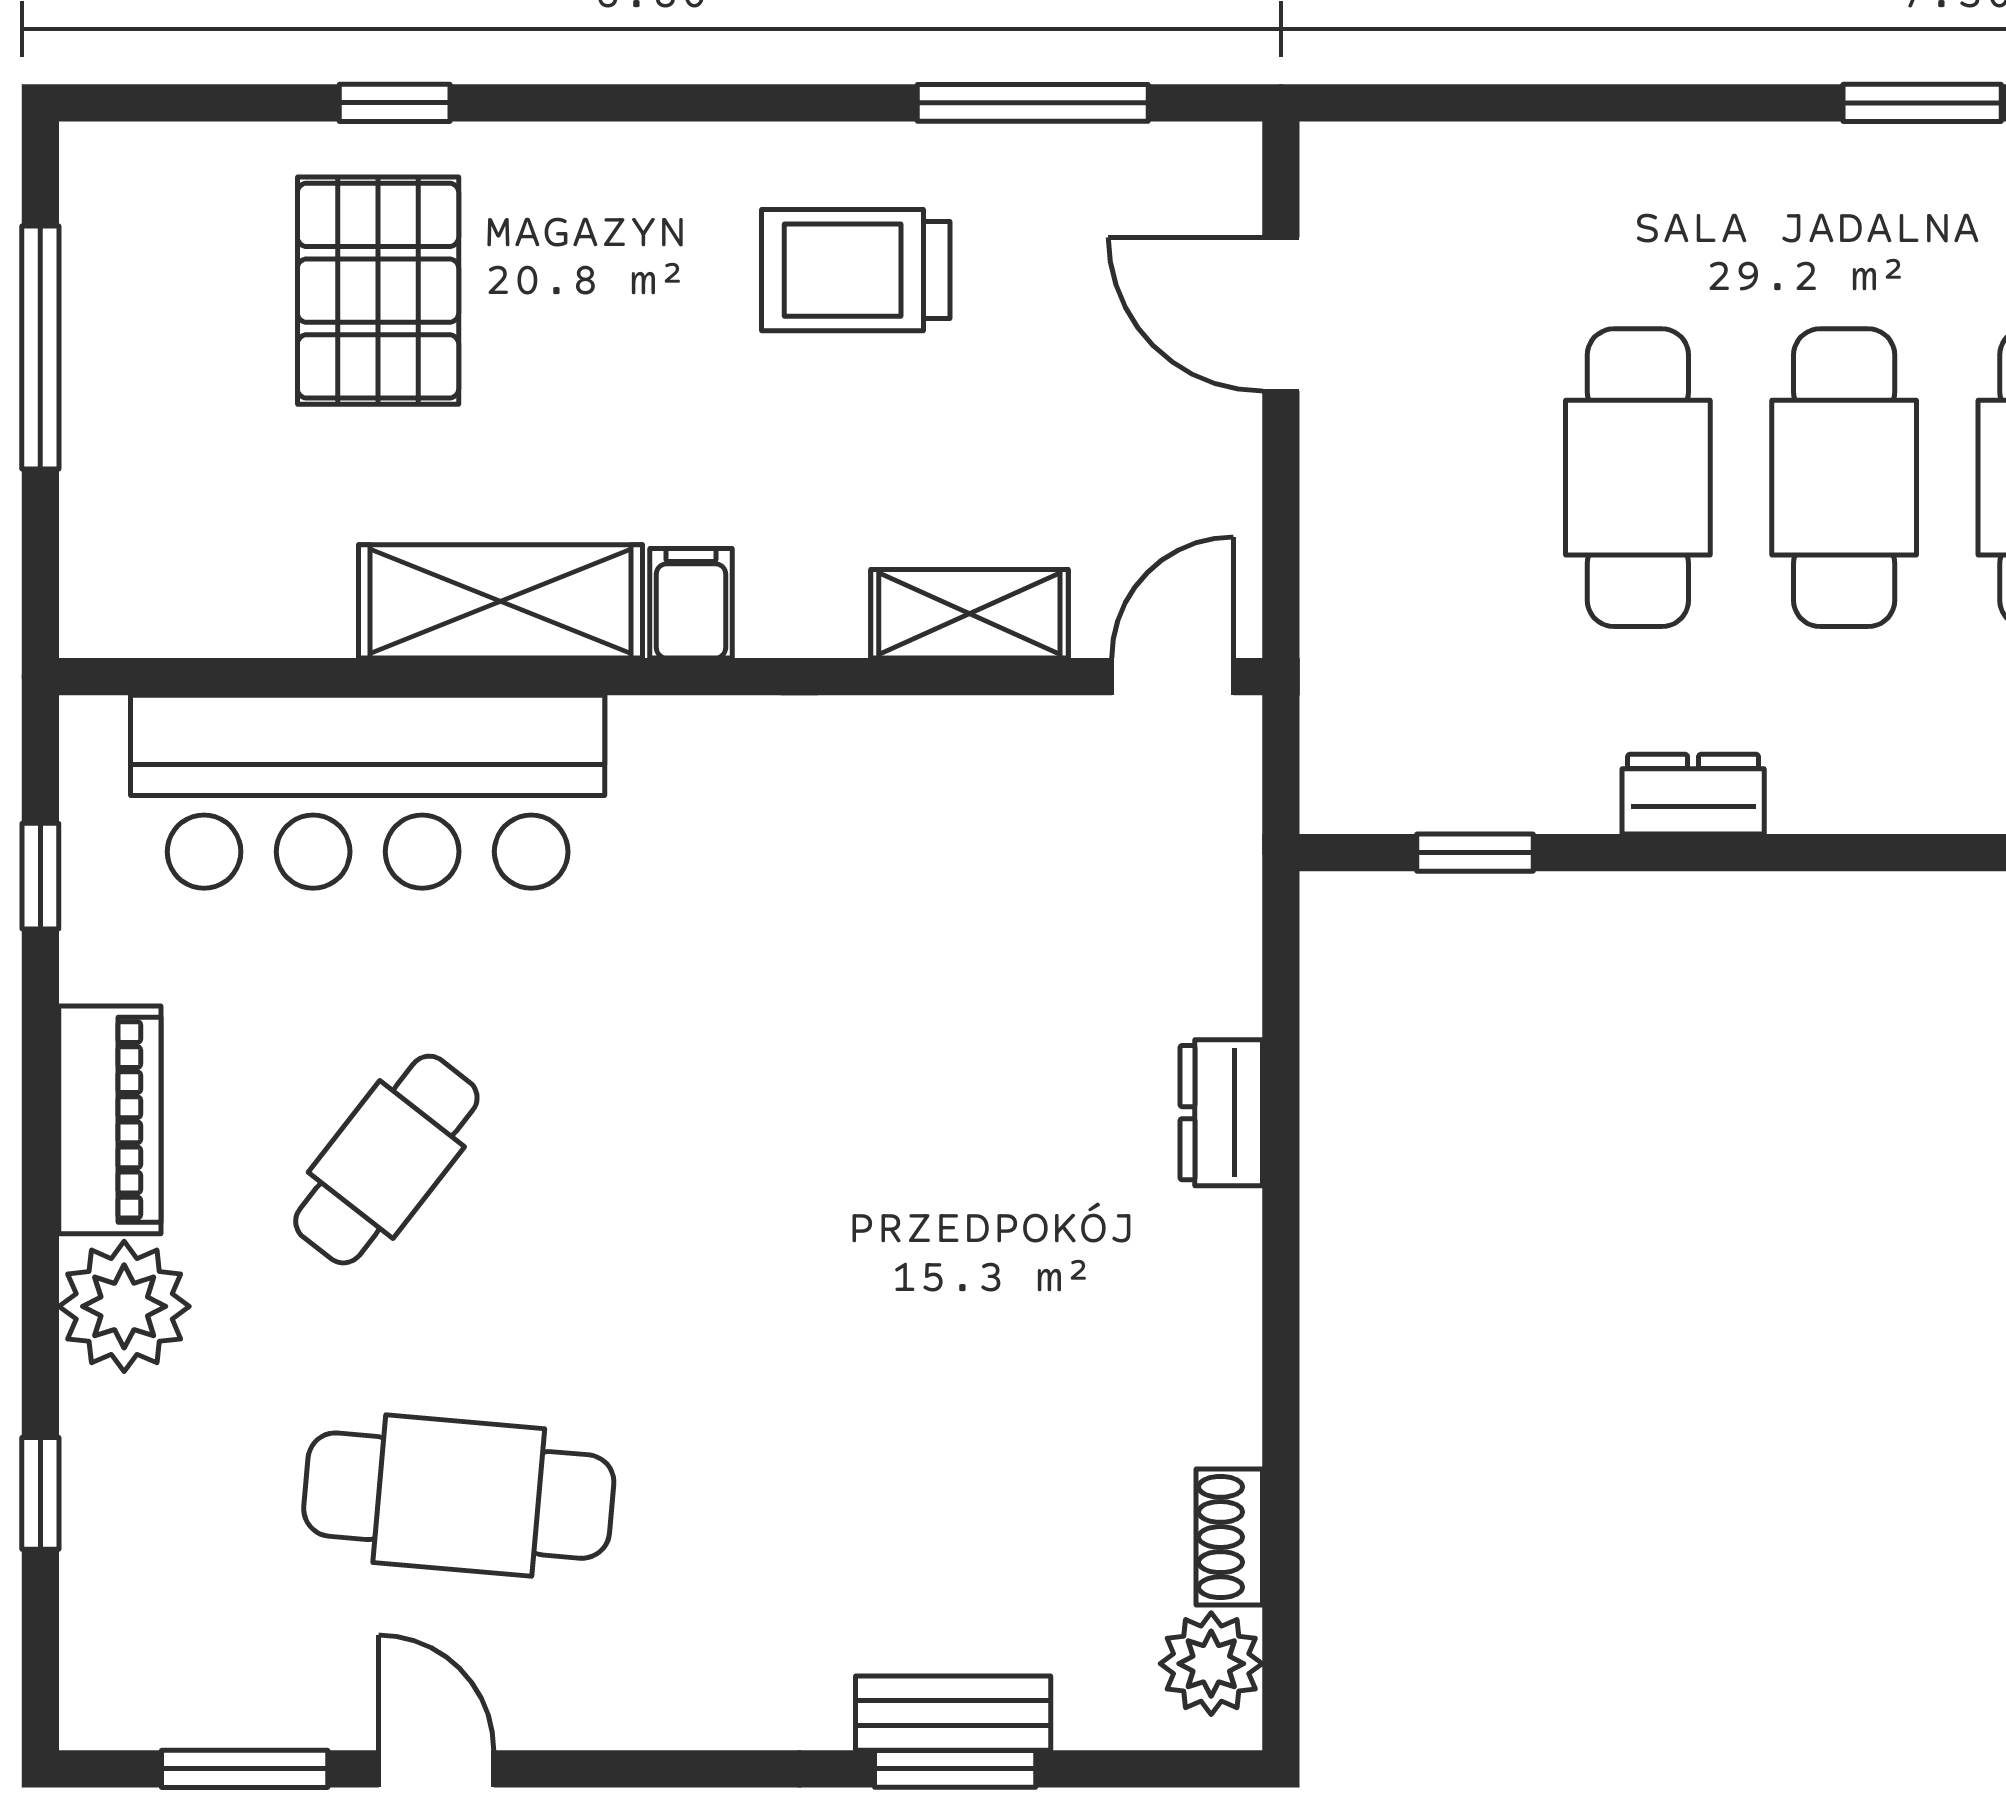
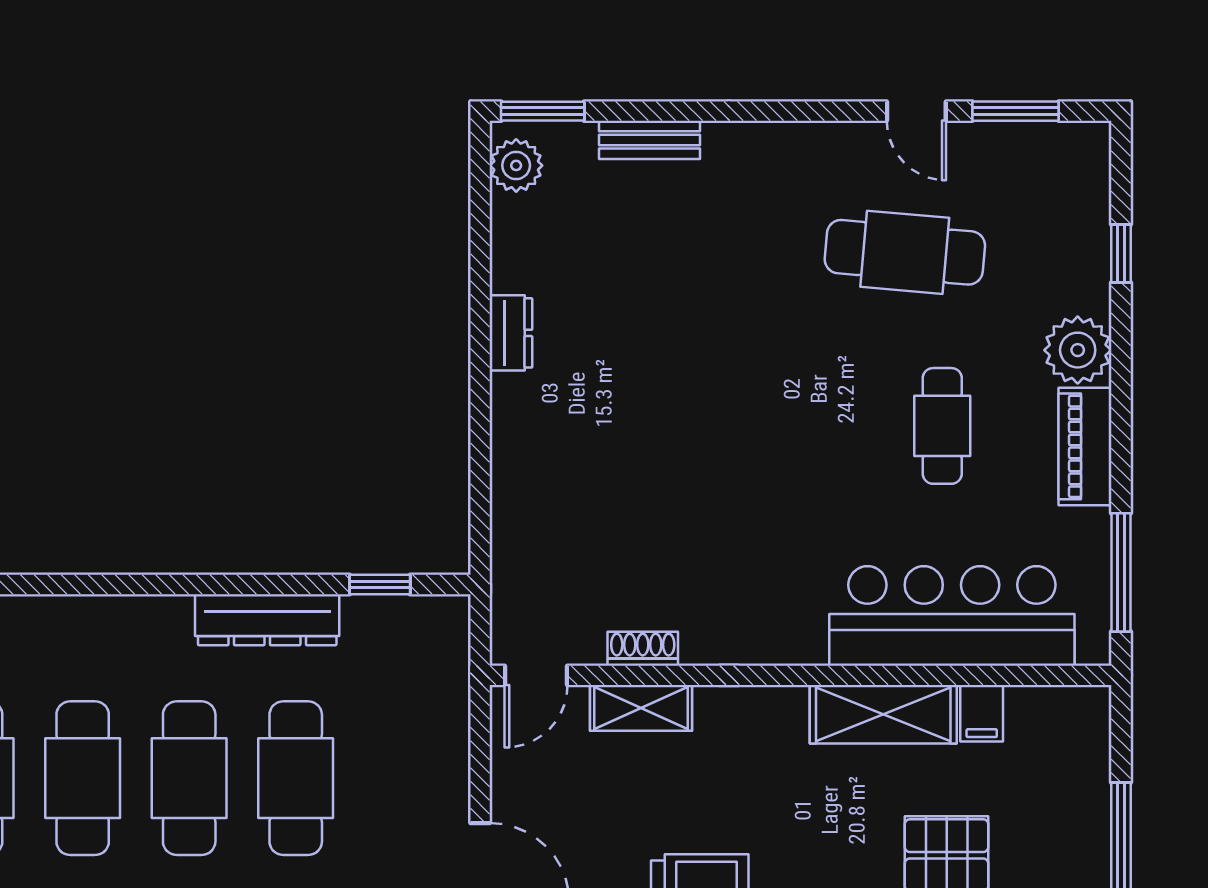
filing cabinet: (691, 603) -> (982, 713), moved
dresser: (1693, 794) -> (267, 620), width x1.96, depth x1.24
window: (40, 876) -> (1121, 572), width x2.17
dresser: (1221, 1113) -> (511, 333), moved
cafe table: (386, 1160) -> (942, 426), turned -38
shoe rack: (1229, 1537) -> (643, 649), moved, turned -90
window: (955, 1769) -> (543, 111), moved

